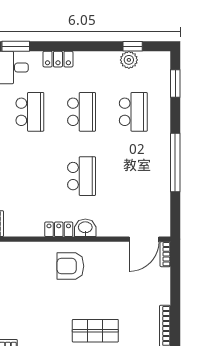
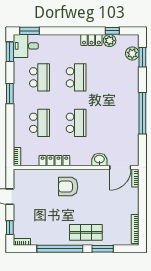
locker: (58, 59) -> (91, 40), moved
plant: (161, 78) -> (132, 53), added
school desk: (133, 112) -> (39, 123), moved
washbasin: (85, 228) -> (99, 159), moved
locker: (59, 229) -> (54, 161), width x1.53

